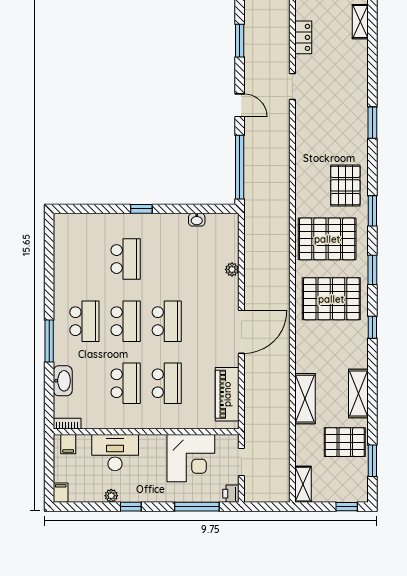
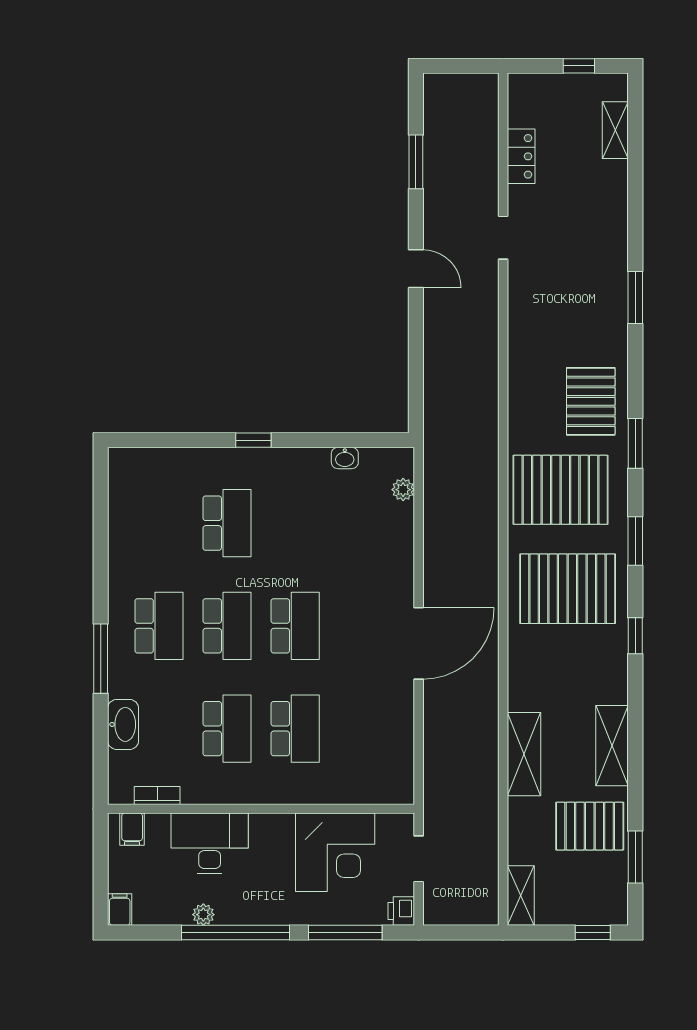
window: (240, 167) -> (416, 371), removed
plant: (232, 269) -> (403, 490), moved
piano: (227, 394) -> (395, 747), removed
bookcase: (67, 424) -> (157, 795), moved
window: (131, 507) -> (236, 933), width x3.17

